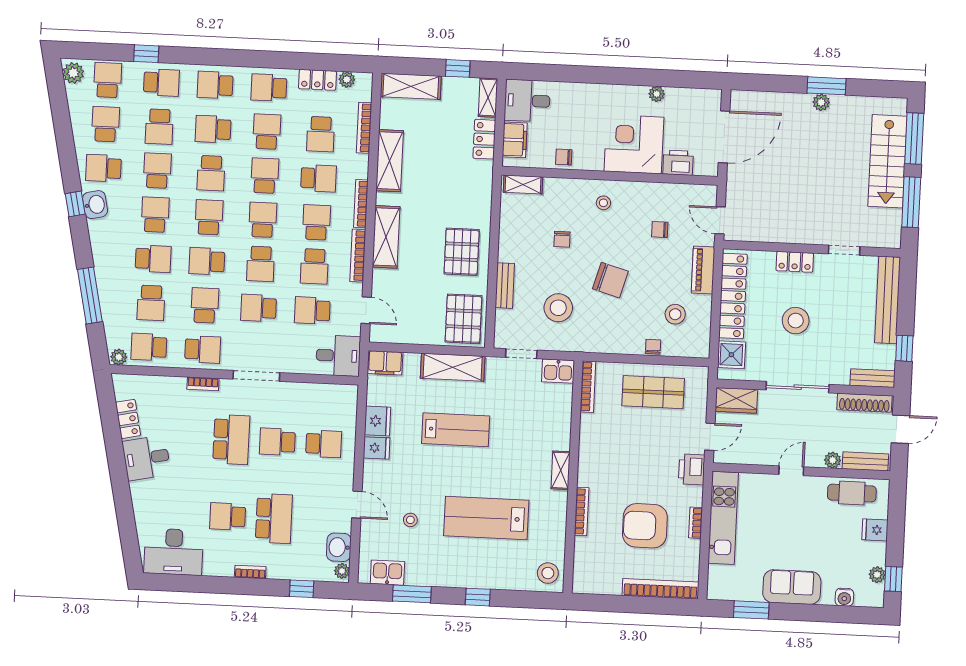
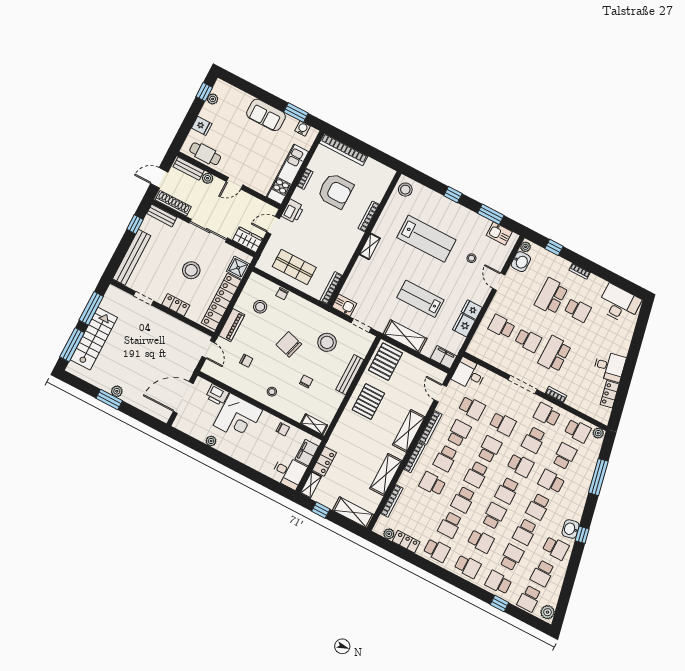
school desk: (321, 134) -> (419, 509), removed
bench: (505, 286) -> (350, 375), width x1.36
water cooler: (844, 597) -> (303, 128), moved

